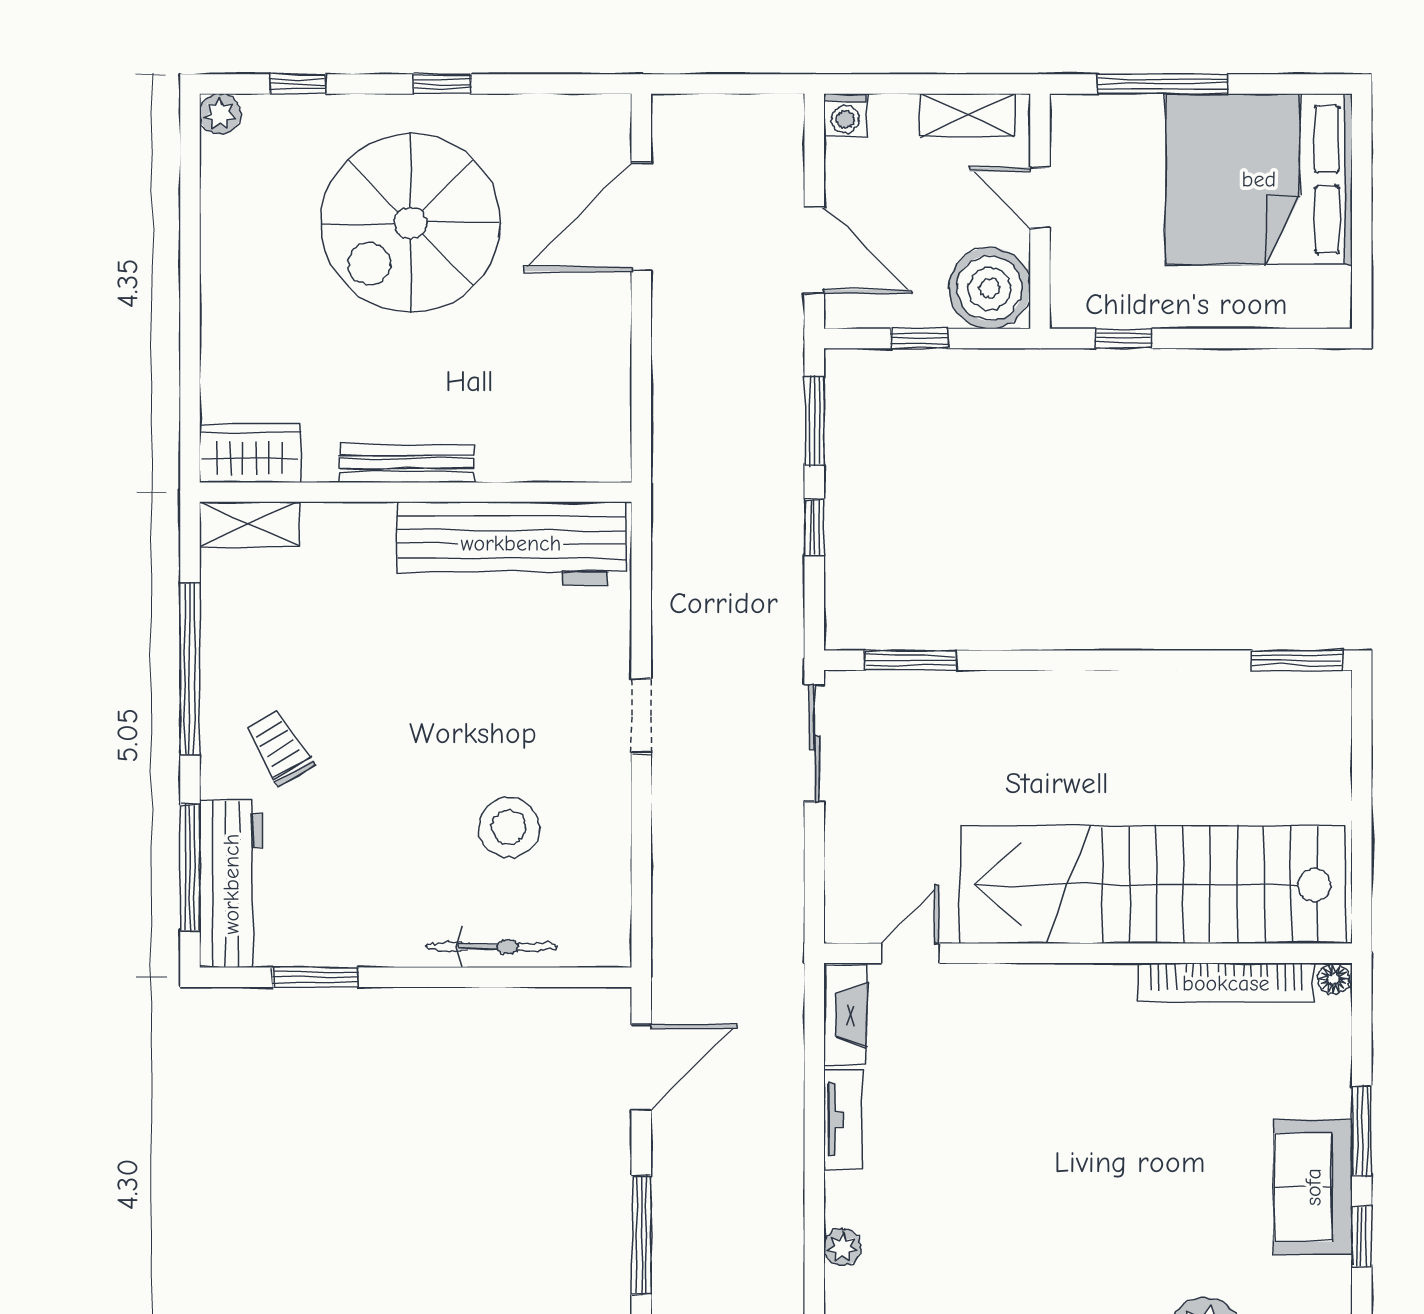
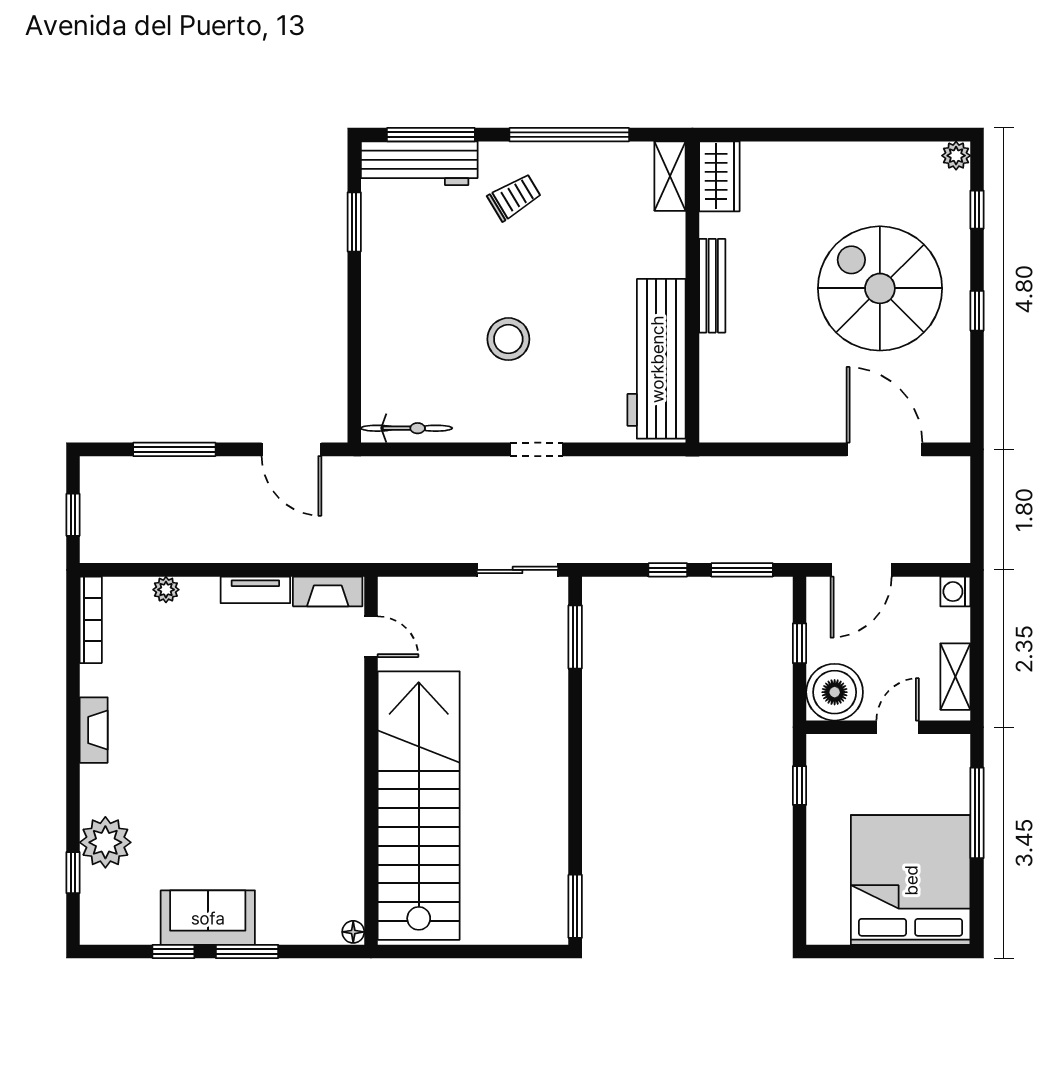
stool: (509, 827) -> (508, 339), moved
bicycle: (492, 947) -> (407, 428), moved, turned -90
bookcase: (1226, 983) -> (350, 857), removed

